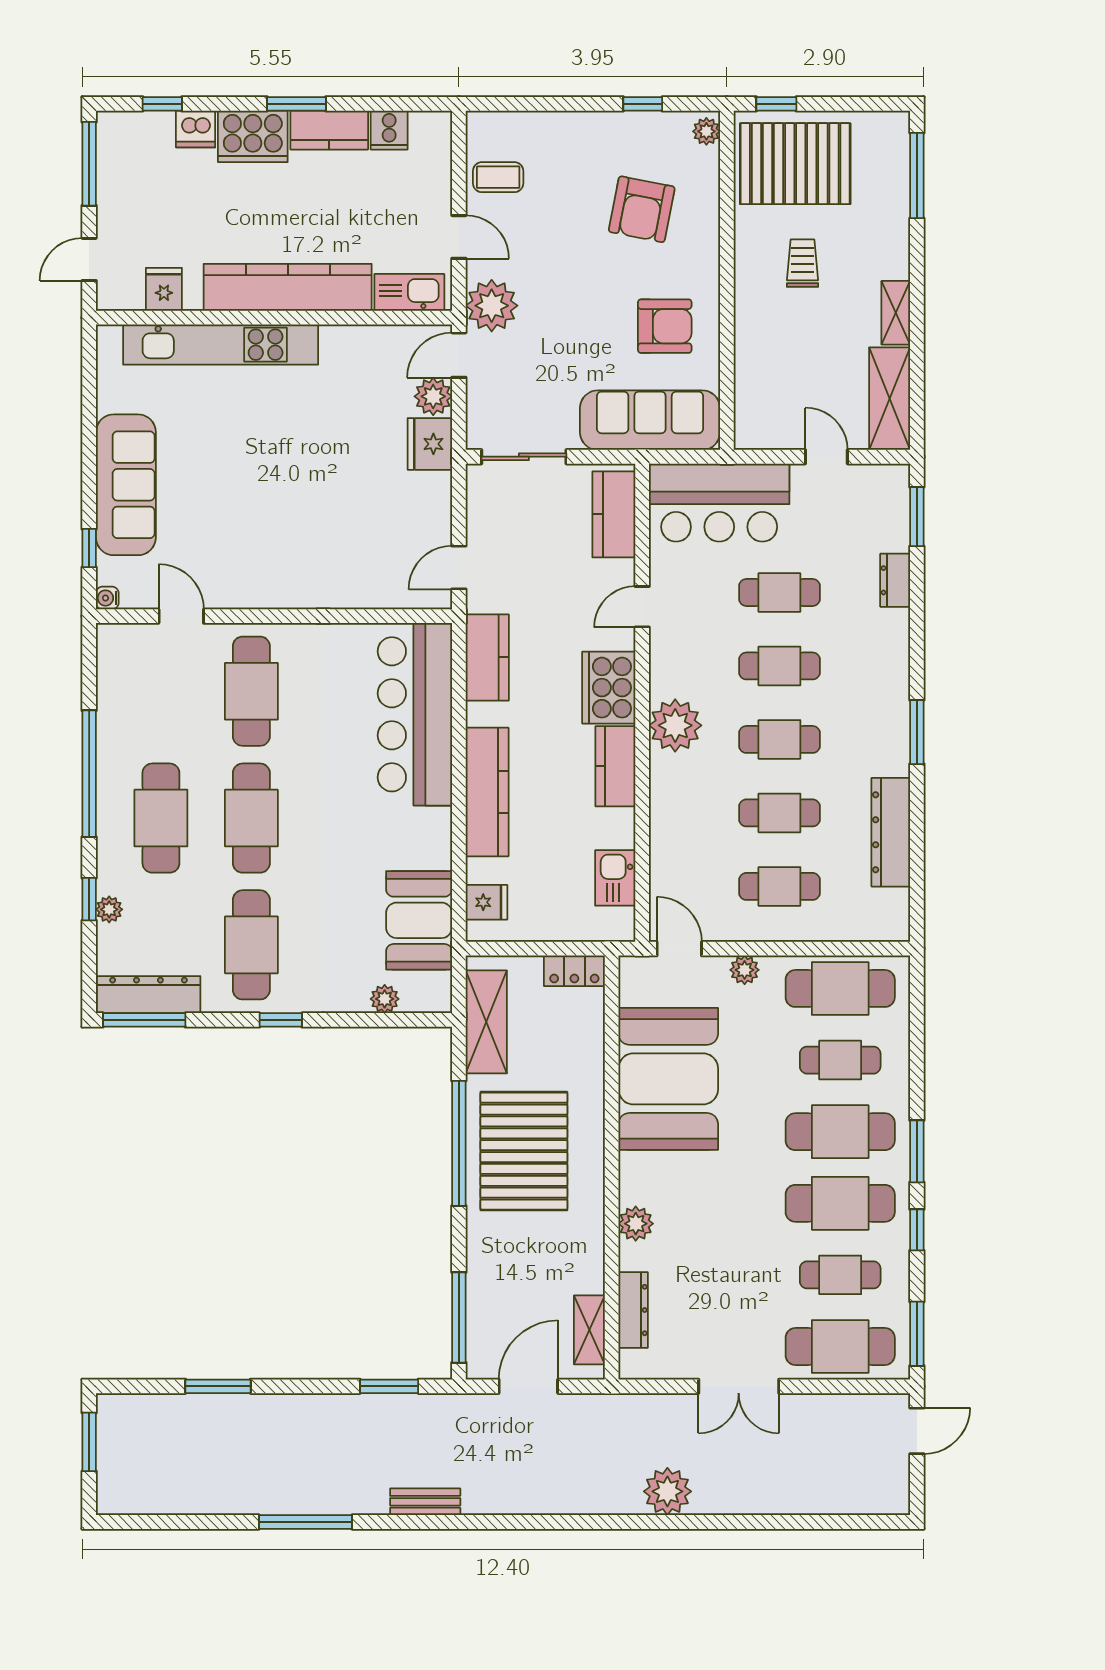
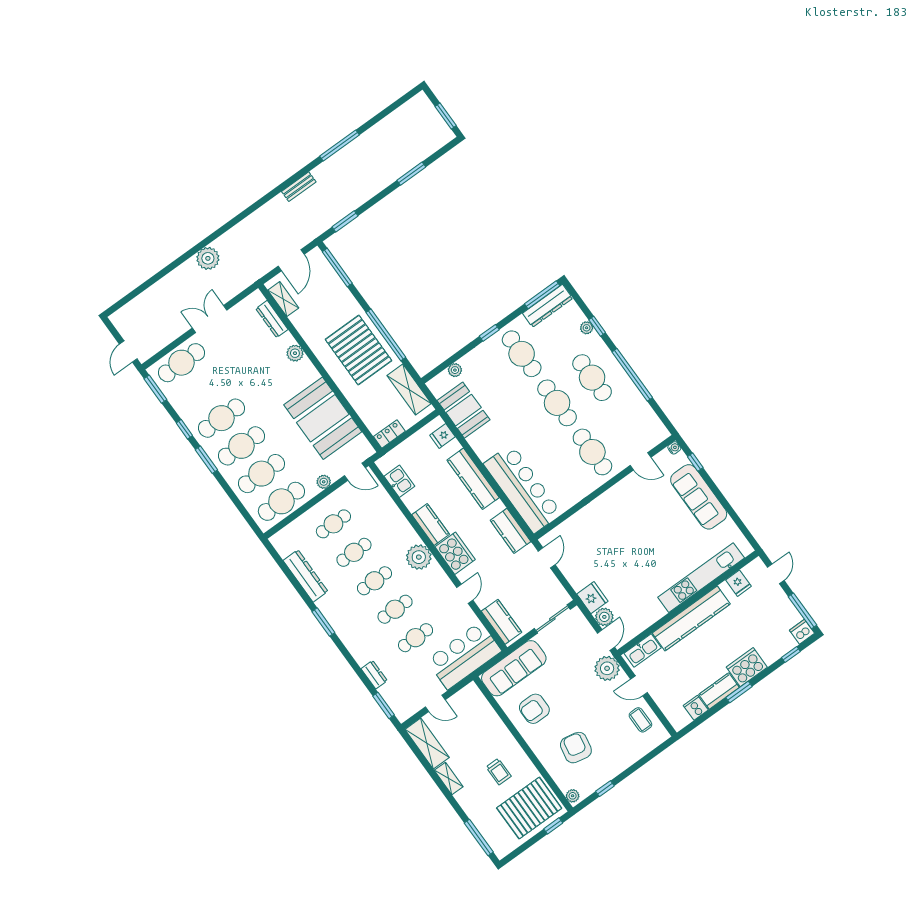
dishwasher: (196, 129) -> (802, 632), moved
coffee table: (498, 177) -> (640, 720), turned 90
cafe table: (840, 1060) -> (261, 474), width x1.37, depth x1.35
cafe table: (840, 1275) -> (201, 390), removed

